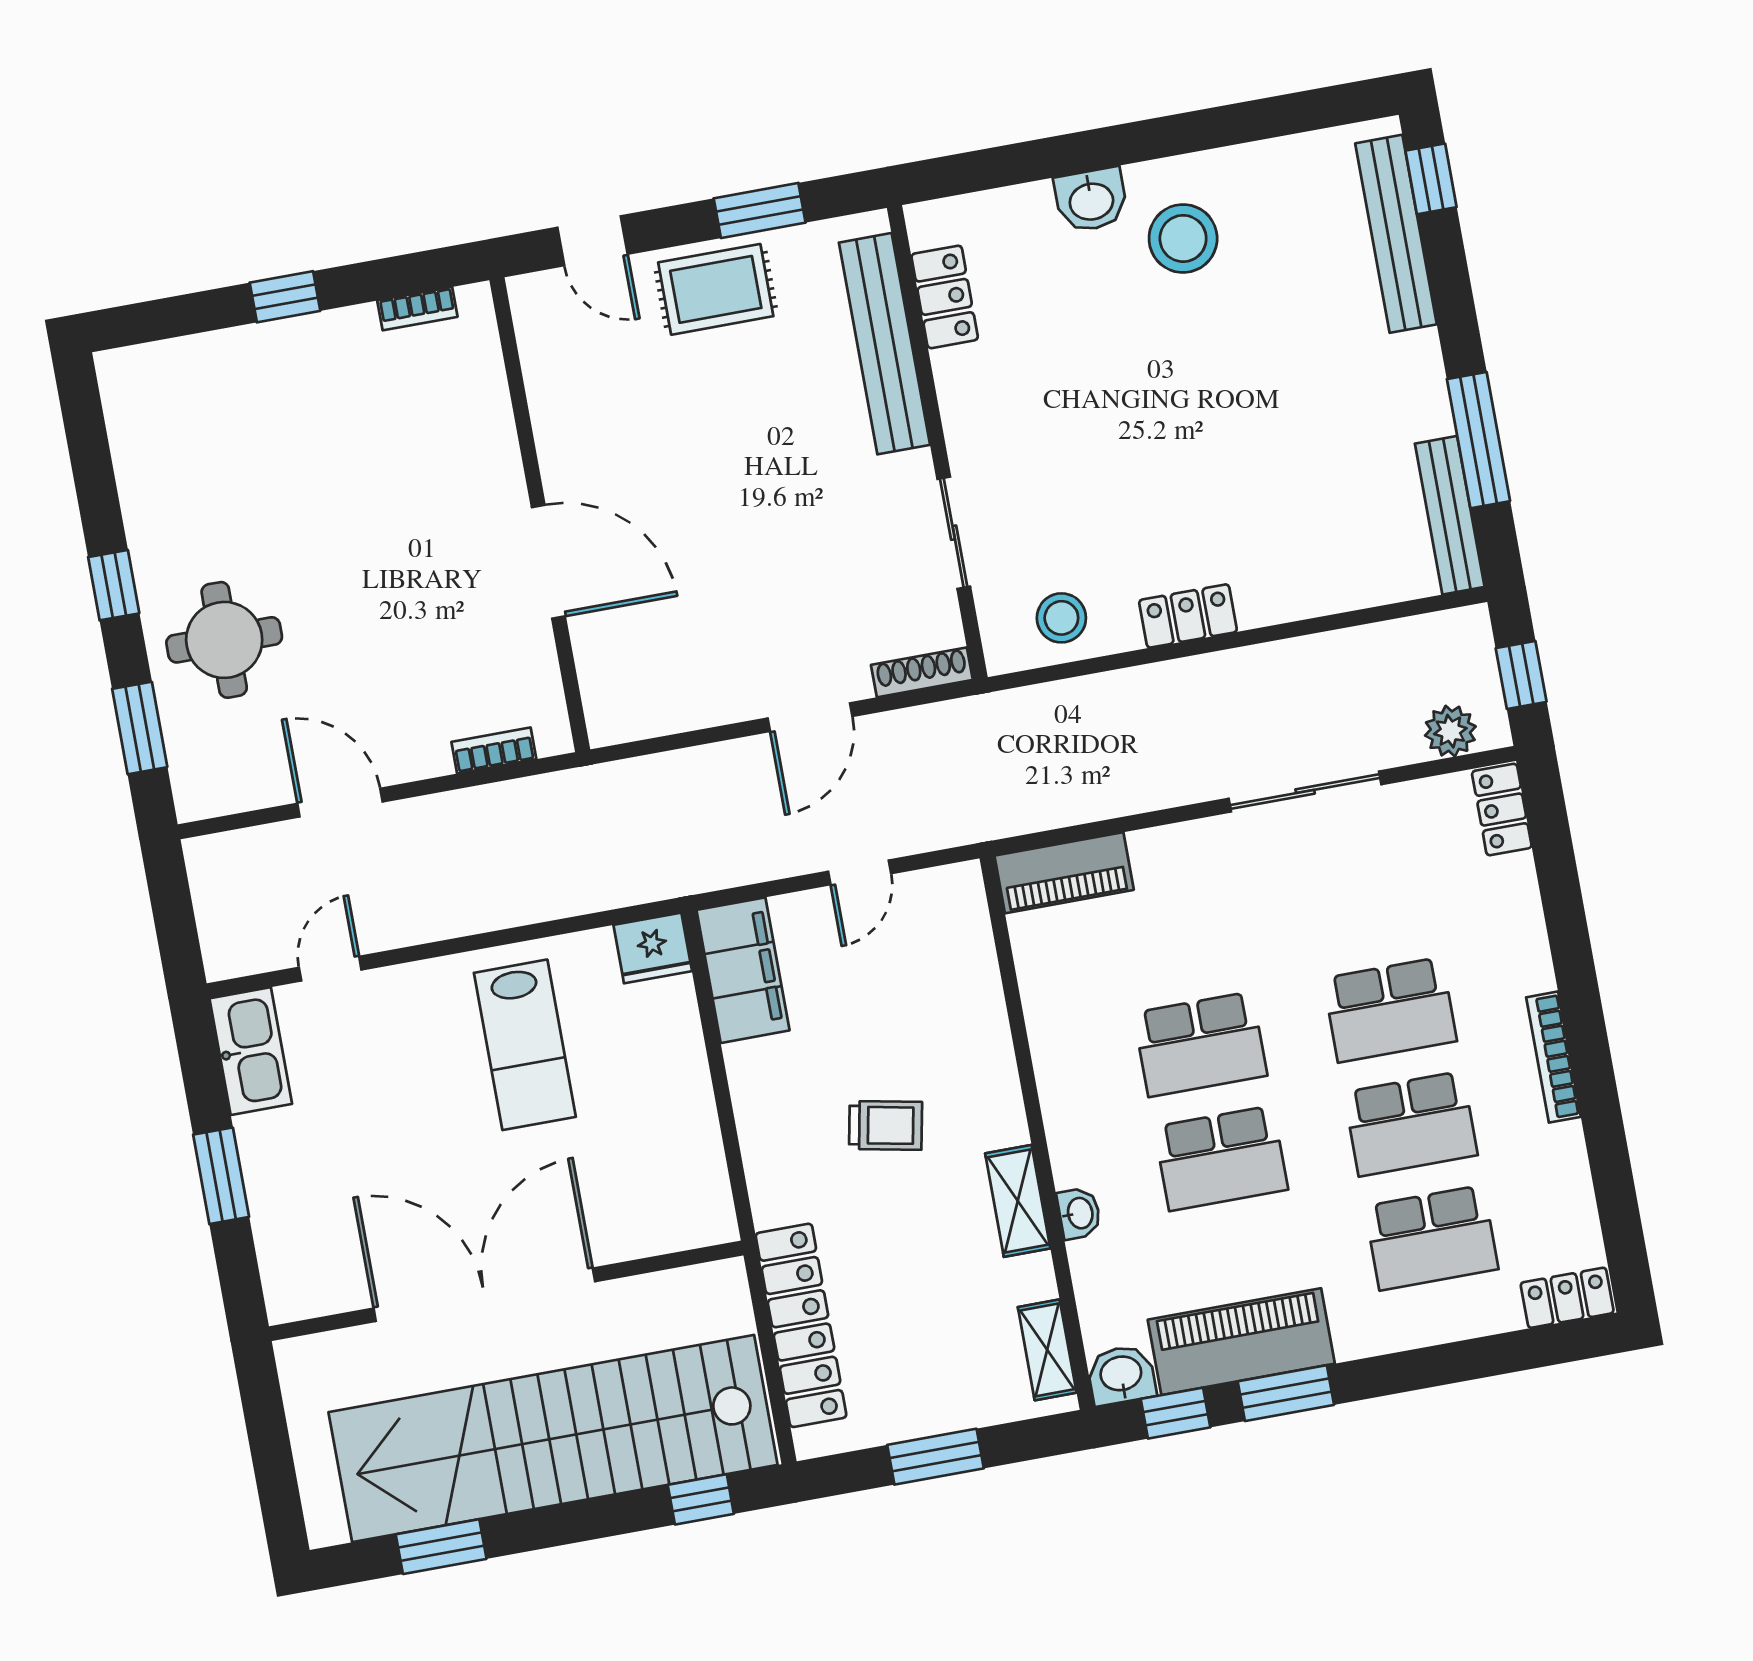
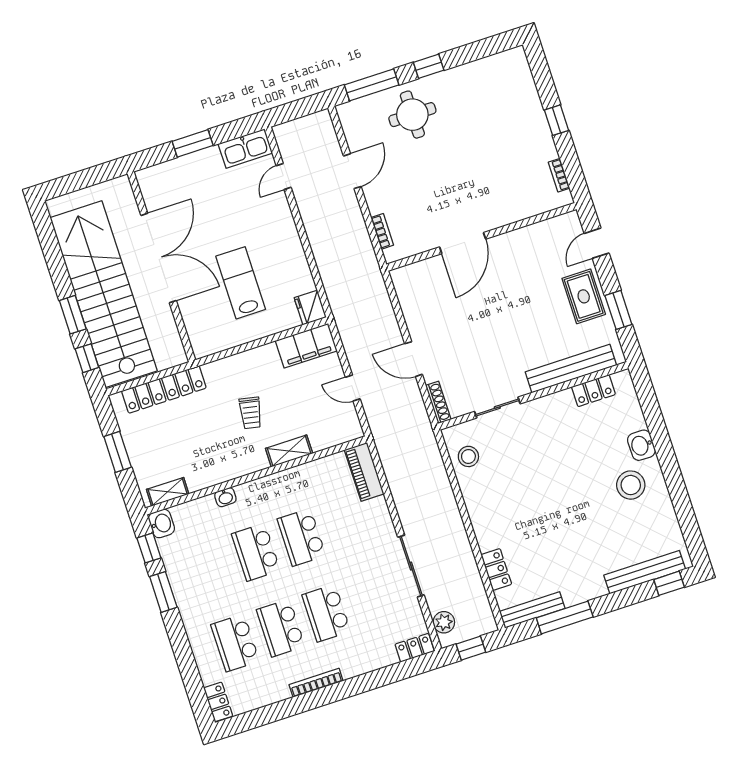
locker: (1188, 616) -> (496, 569), moved
window: (140, 728) -> (372, 85), width x1.44
door: (330, 969) -> (284, 176), swing flipped
lab bench: (525, 1045) -> (241, 283), moved, turned 90
shelving: (1018, 1201) -> (289, 451), moved
piano: (1241, 1342) -> (182, 571), removed
window: (441, 1547) -> (73, 315), moved

